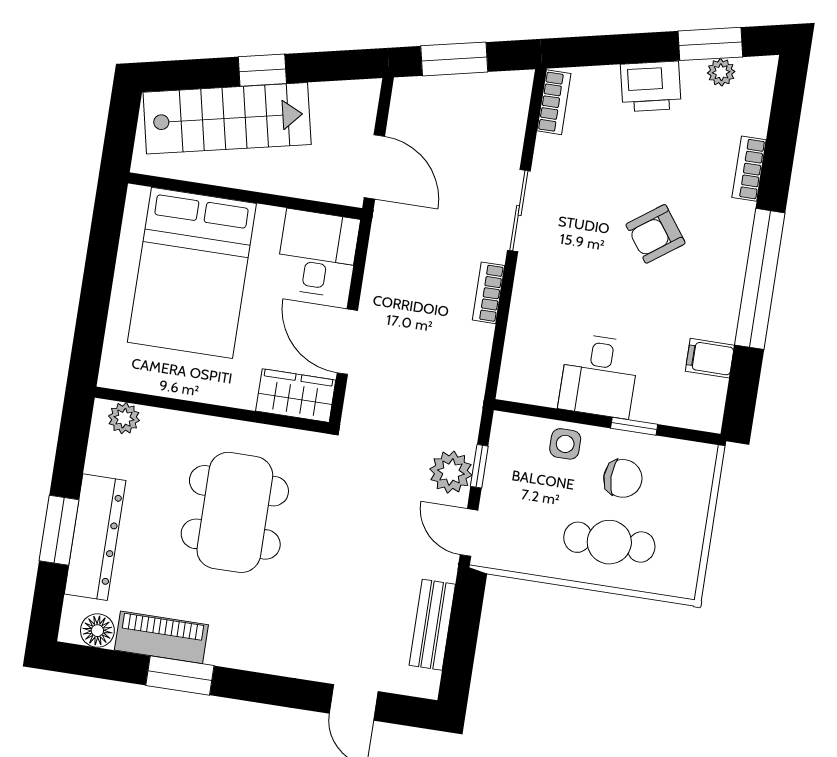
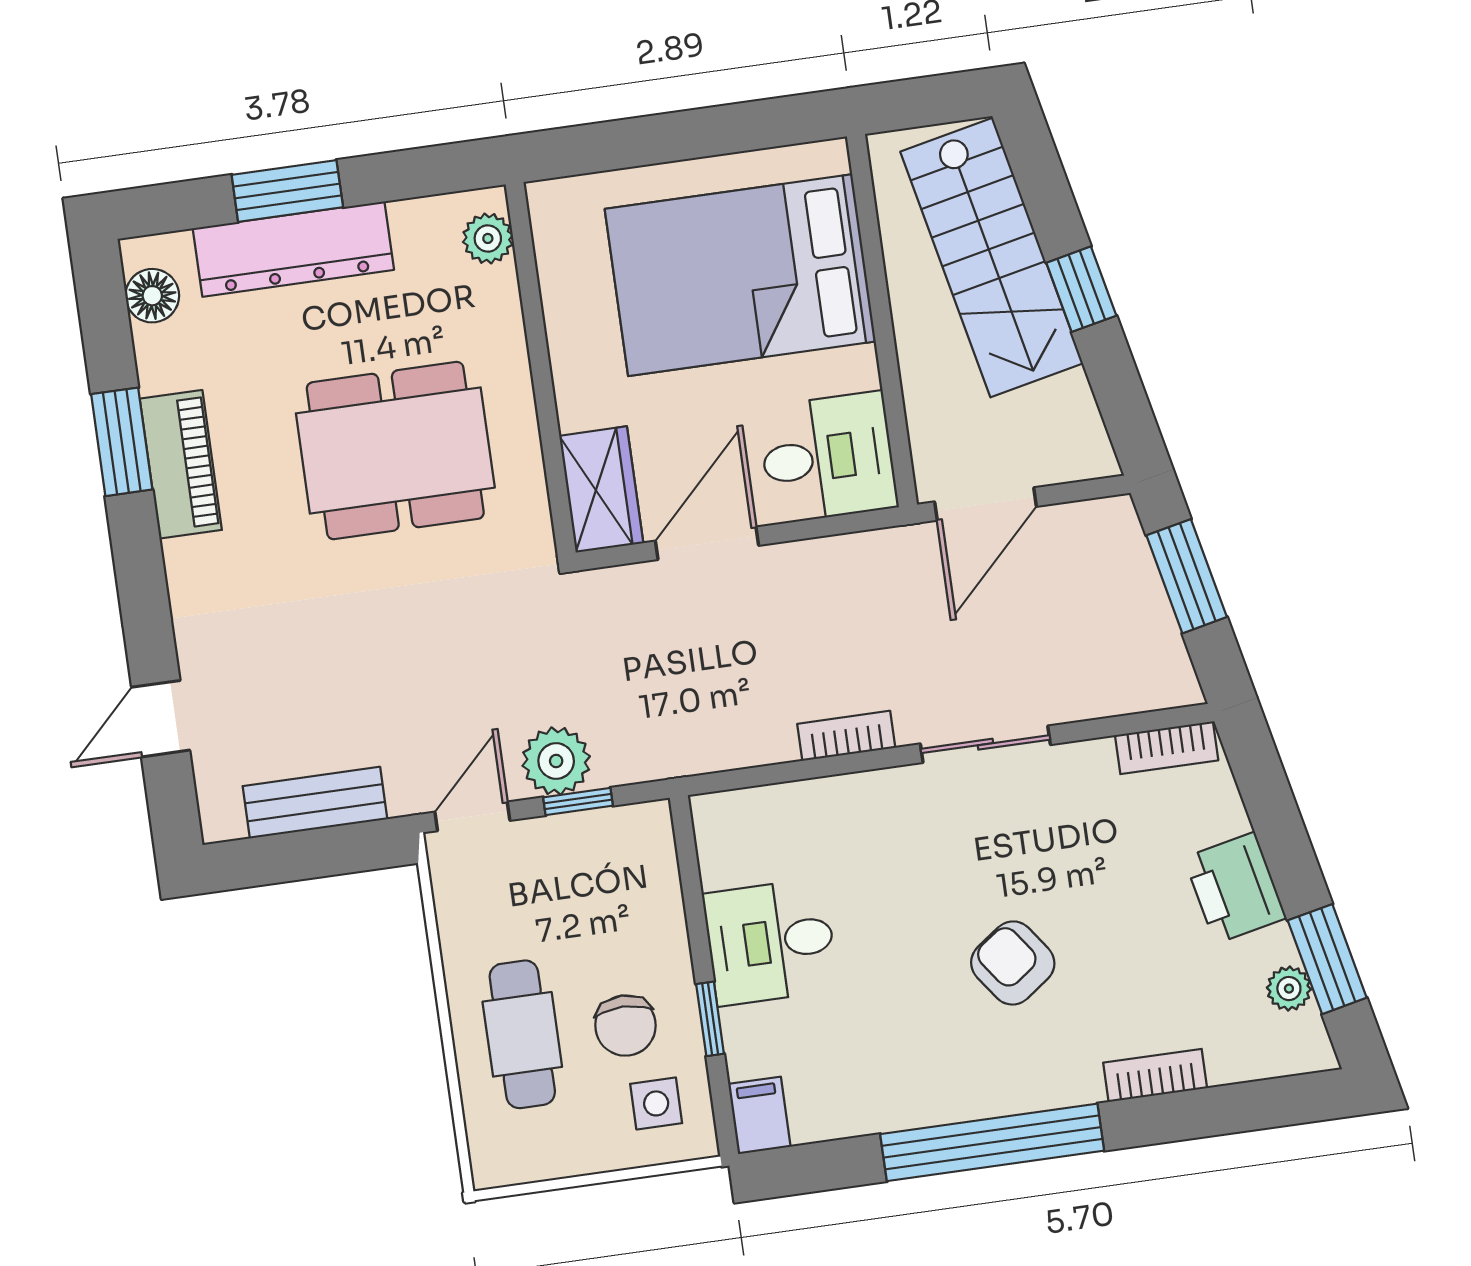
filing cabinet: (710, 358) -> (759, 1115), moved
side table: (565, 444) -> (656, 1103), moved
piano: (161, 637) -> (181, 464), moved

